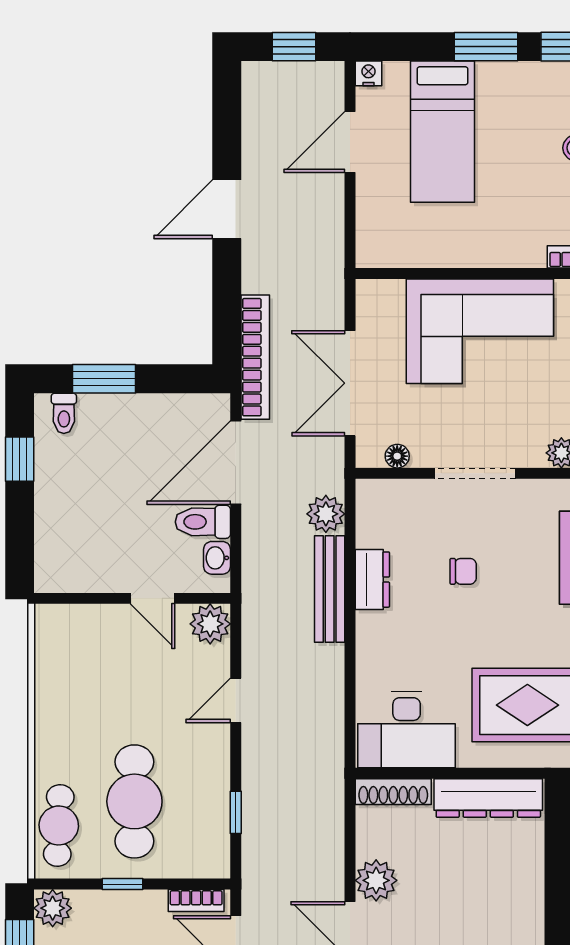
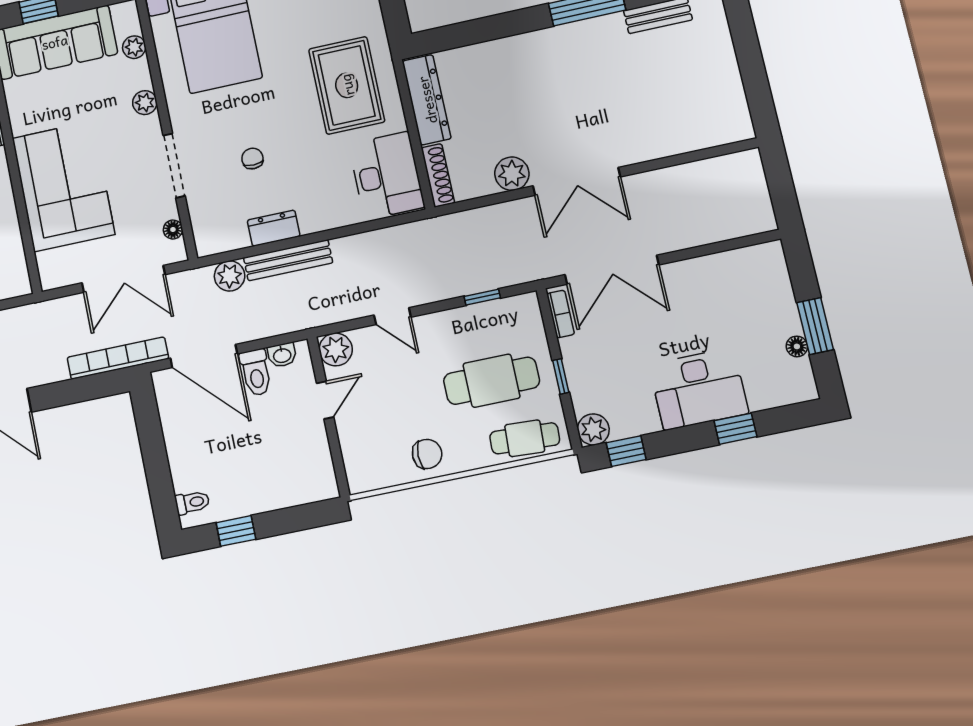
window: (104, 379) -> (158, 476), removed
chair: (64, 706) -> (427, 454), added

